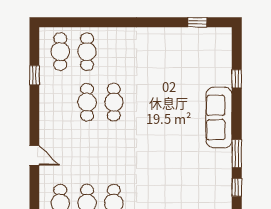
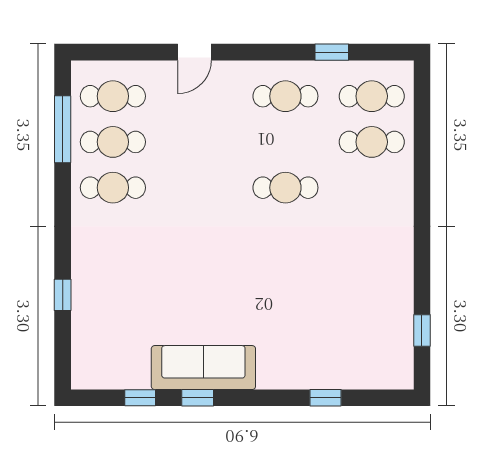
cafe table: (87, 102) -> (285, 96), moved
sofa: (219, 118) -> (203, 368), moved
window: (237, 154) -> (198, 398), width x0.67

